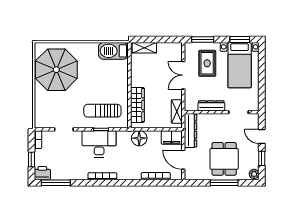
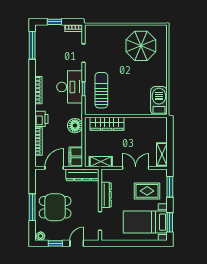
shelving: (144, 48) -> (162, 154), moved
parasol: (56, 70) -> (141, 46), width x0.73, depth x0.73
printer: (42, 173) -> (41, 119), moved

